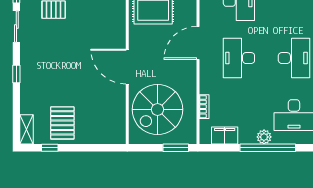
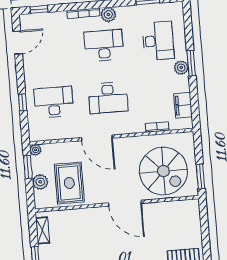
door: (127, 67) -> (125, 203), hinge flipped
window: (176, 148) -> (200, 176), moved
window: (268, 148) -> (191, 63), width x0.47

